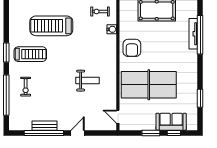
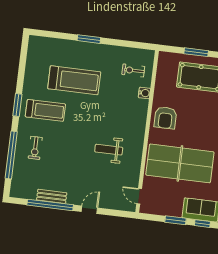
treadmill: (51, 26) -> (74, 80), turned 180
weight bench: (88, 81) -> (109, 150), turned 180

